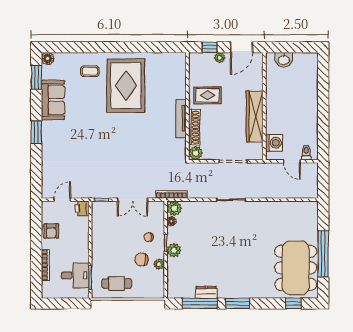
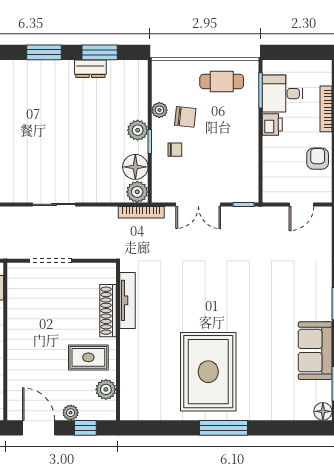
window: (115, 47) -> (224, 428), added
door: (241, 47) -> (39, 428), hinge flipped
coffee table: (90, 71) -> (261, 393), removed
wardrobe: (255, 116) -> (19, 326), removed
tv unit: (181, 118) -> (127, 300), moved
plant: (196, 153) -> (106, 389), moved
double door: (133, 200) -> (198, 204), swing flipped
printer: (82, 208) -> (272, 125), moved
floor lamp: (172, 221) -> (135, 167), width x1.89, depth x1.89
window: (200, 303) -> (100, 52), width x0.69

